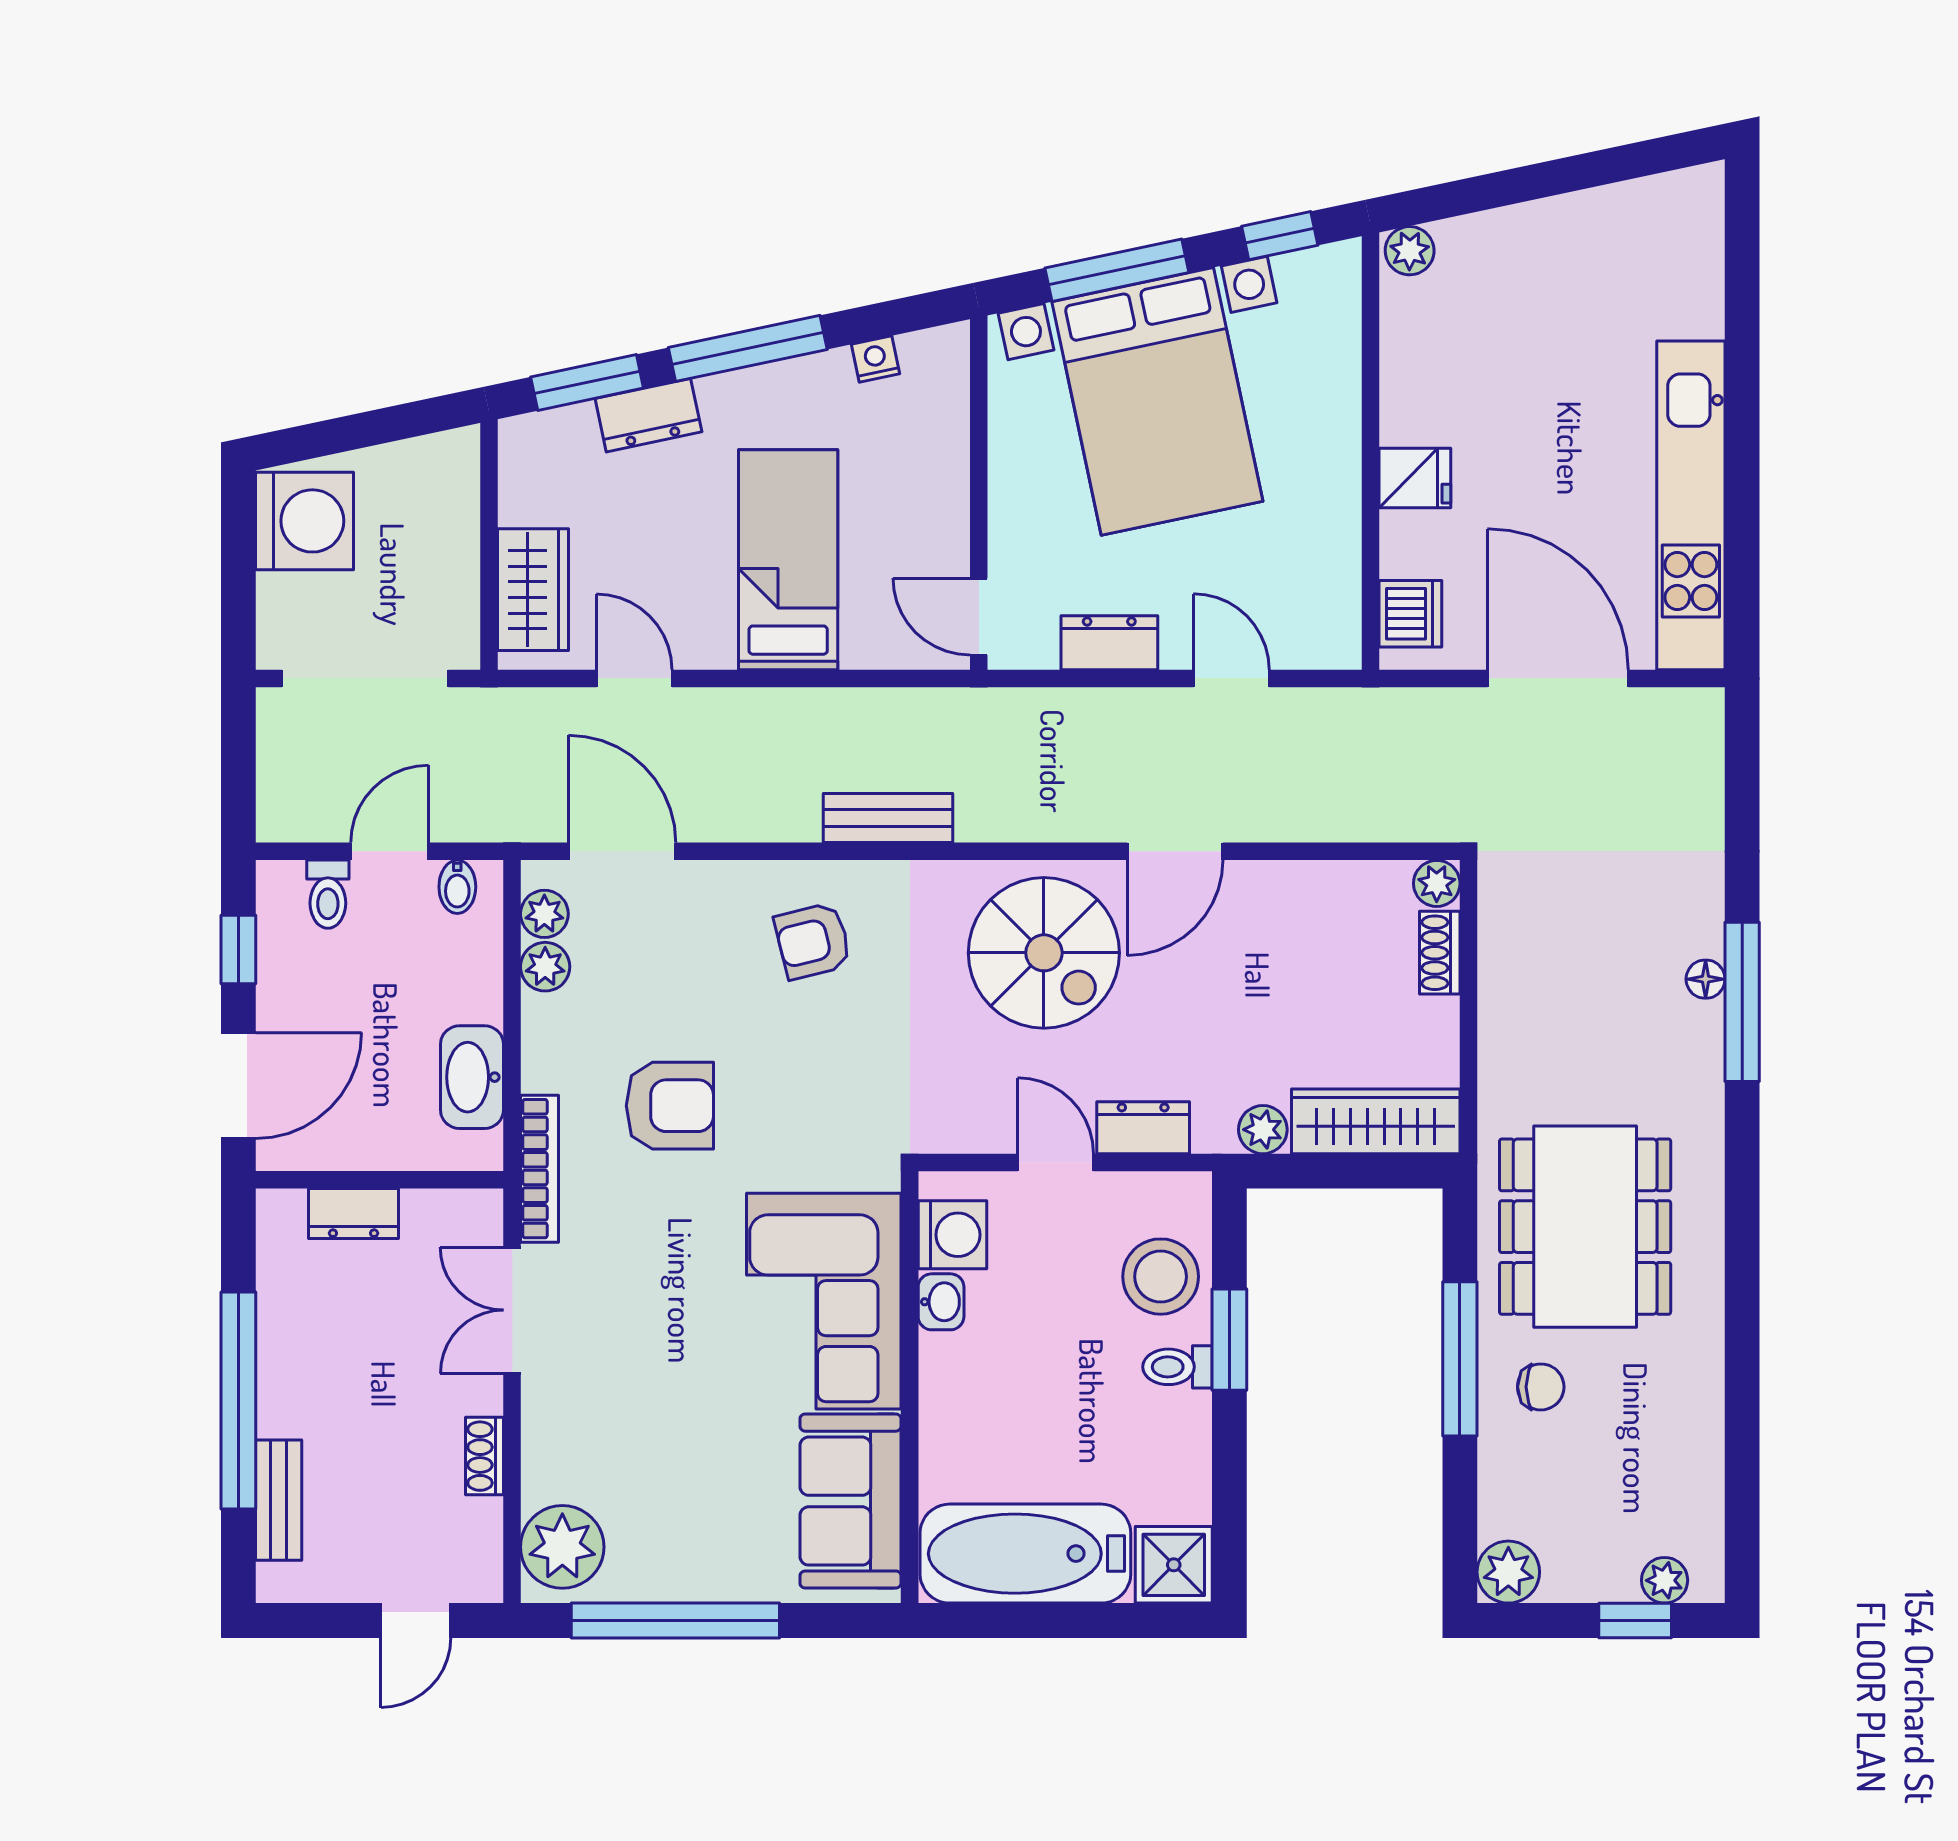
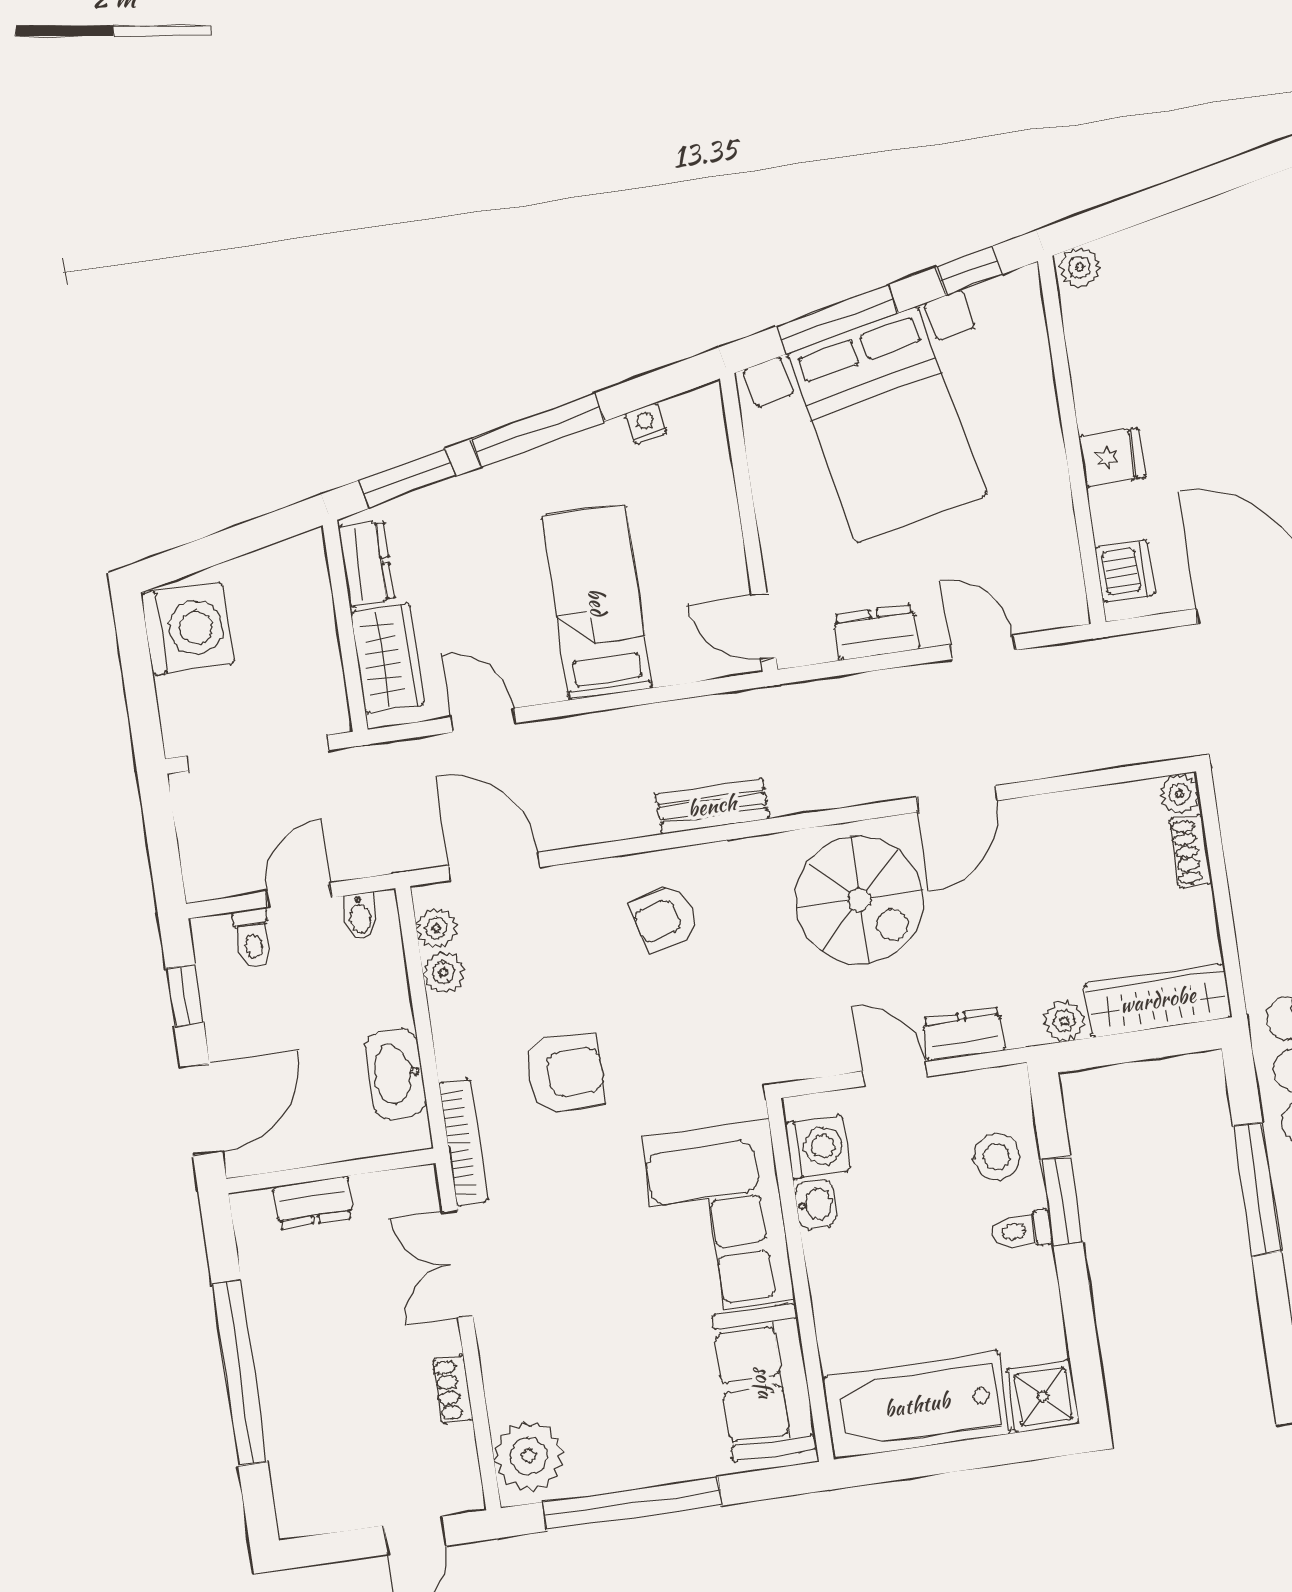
dresser: (648, 415) -> (367, 563), moved, turned -78
stool: (1161, 1277) -> (997, 1157), width x0.73, depth x0.73
bench: (279, 1500) -> (286, 1451), removed

